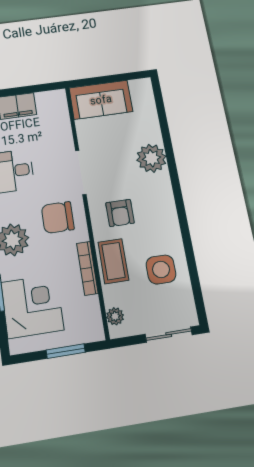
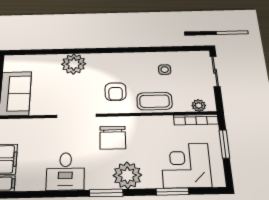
armchair: (120, 213) -> (115, 92), turned 90
bookcase: (87, 268) -> (196, 120), moved
side table: (161, 269) -> (165, 70), width x0.54, depth x0.54

